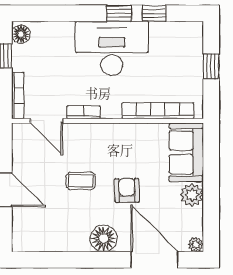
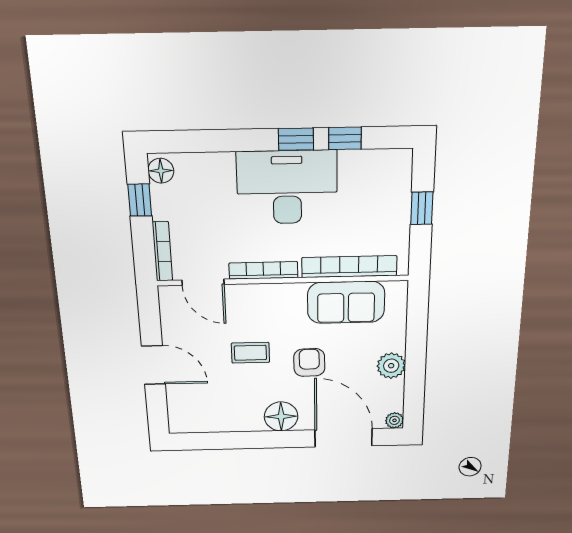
bookcase: (84, 112) -> (263, 270), width x1.56
sofa: (186, 152) -> (346, 302), moved, turned -90

